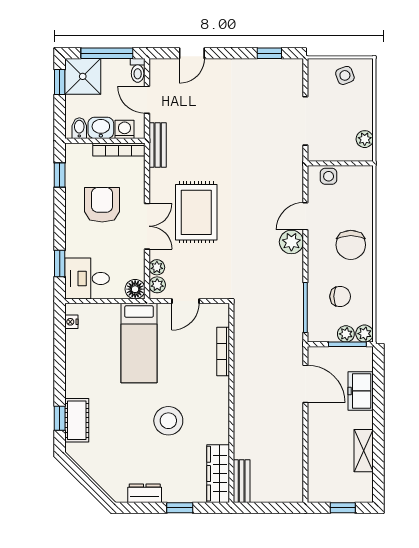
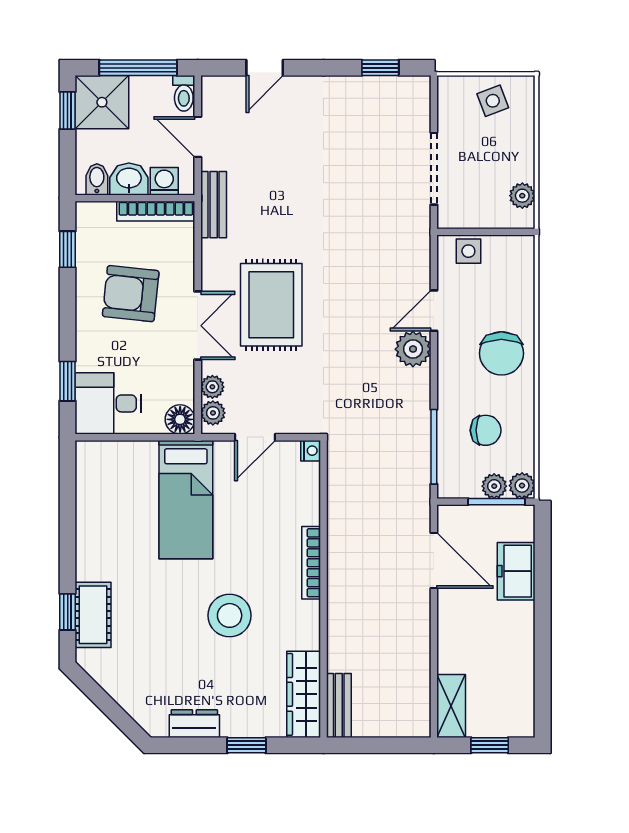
armchair: (102, 205) -> (131, 294), turned -84
nightstand: (71, 322) -> (311, 451), moved, turned 180
bookcase: (223, 352) -> (311, 563), moved
shelving: (364, 451) -> (451, 706), moved

